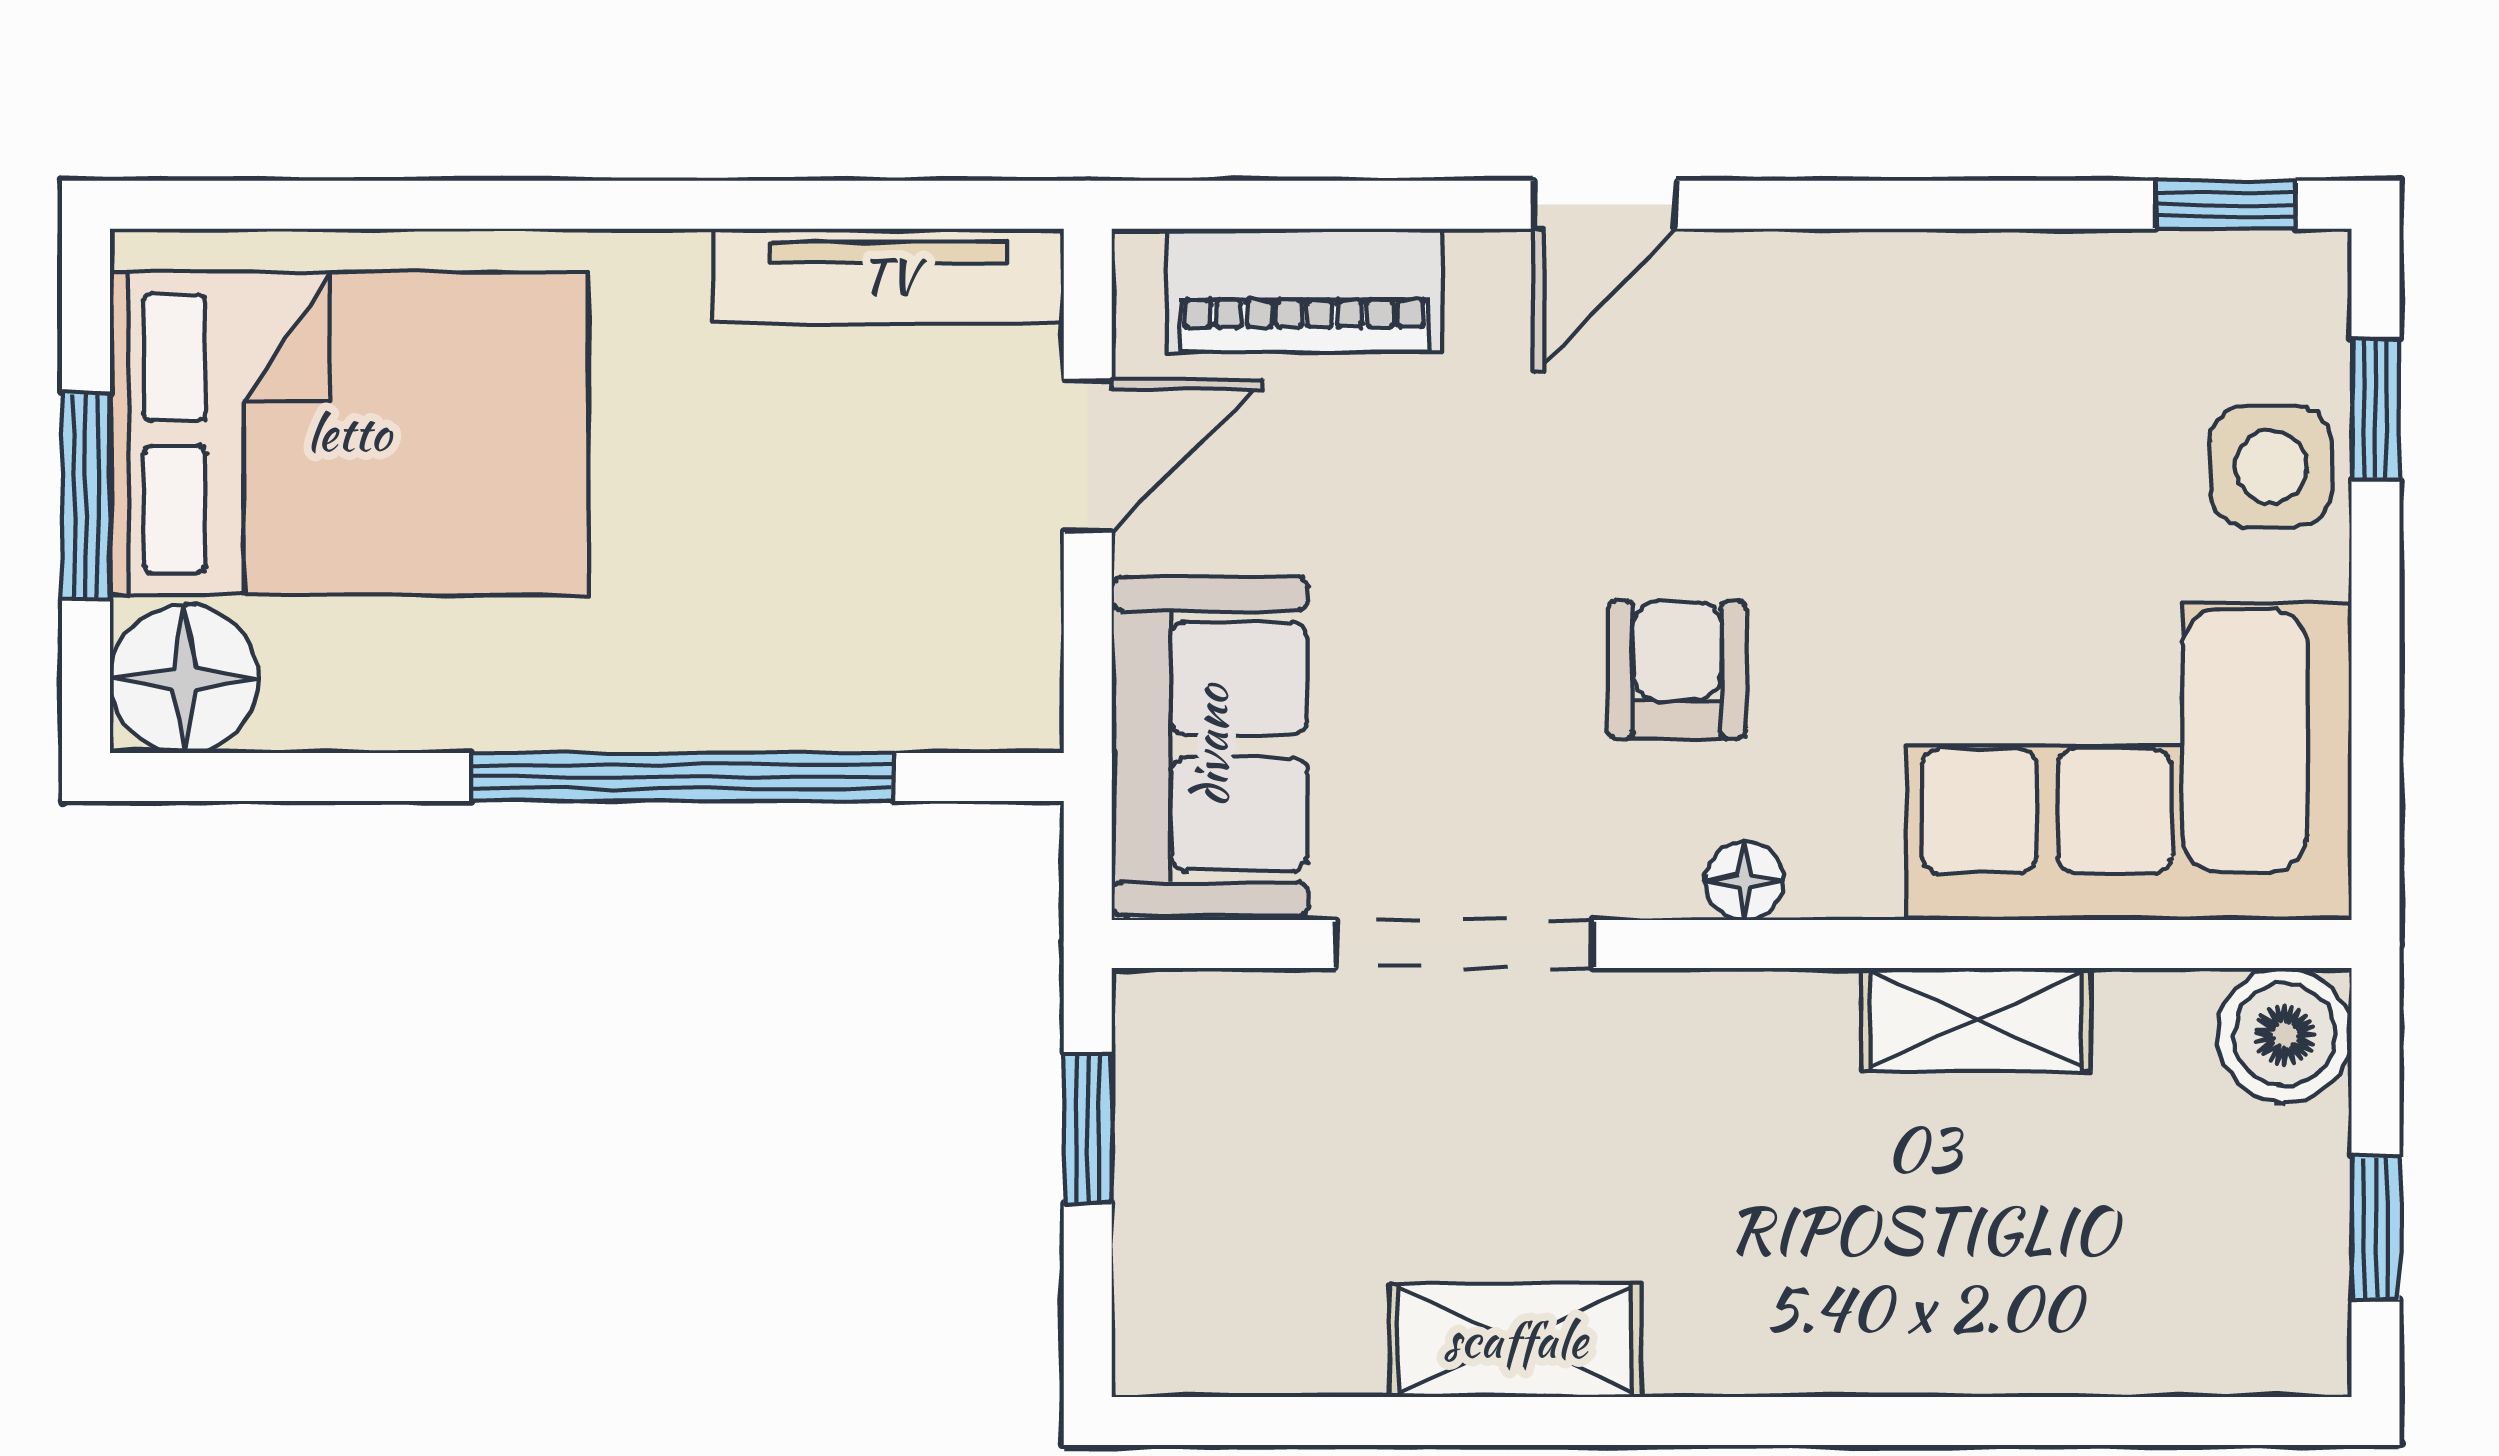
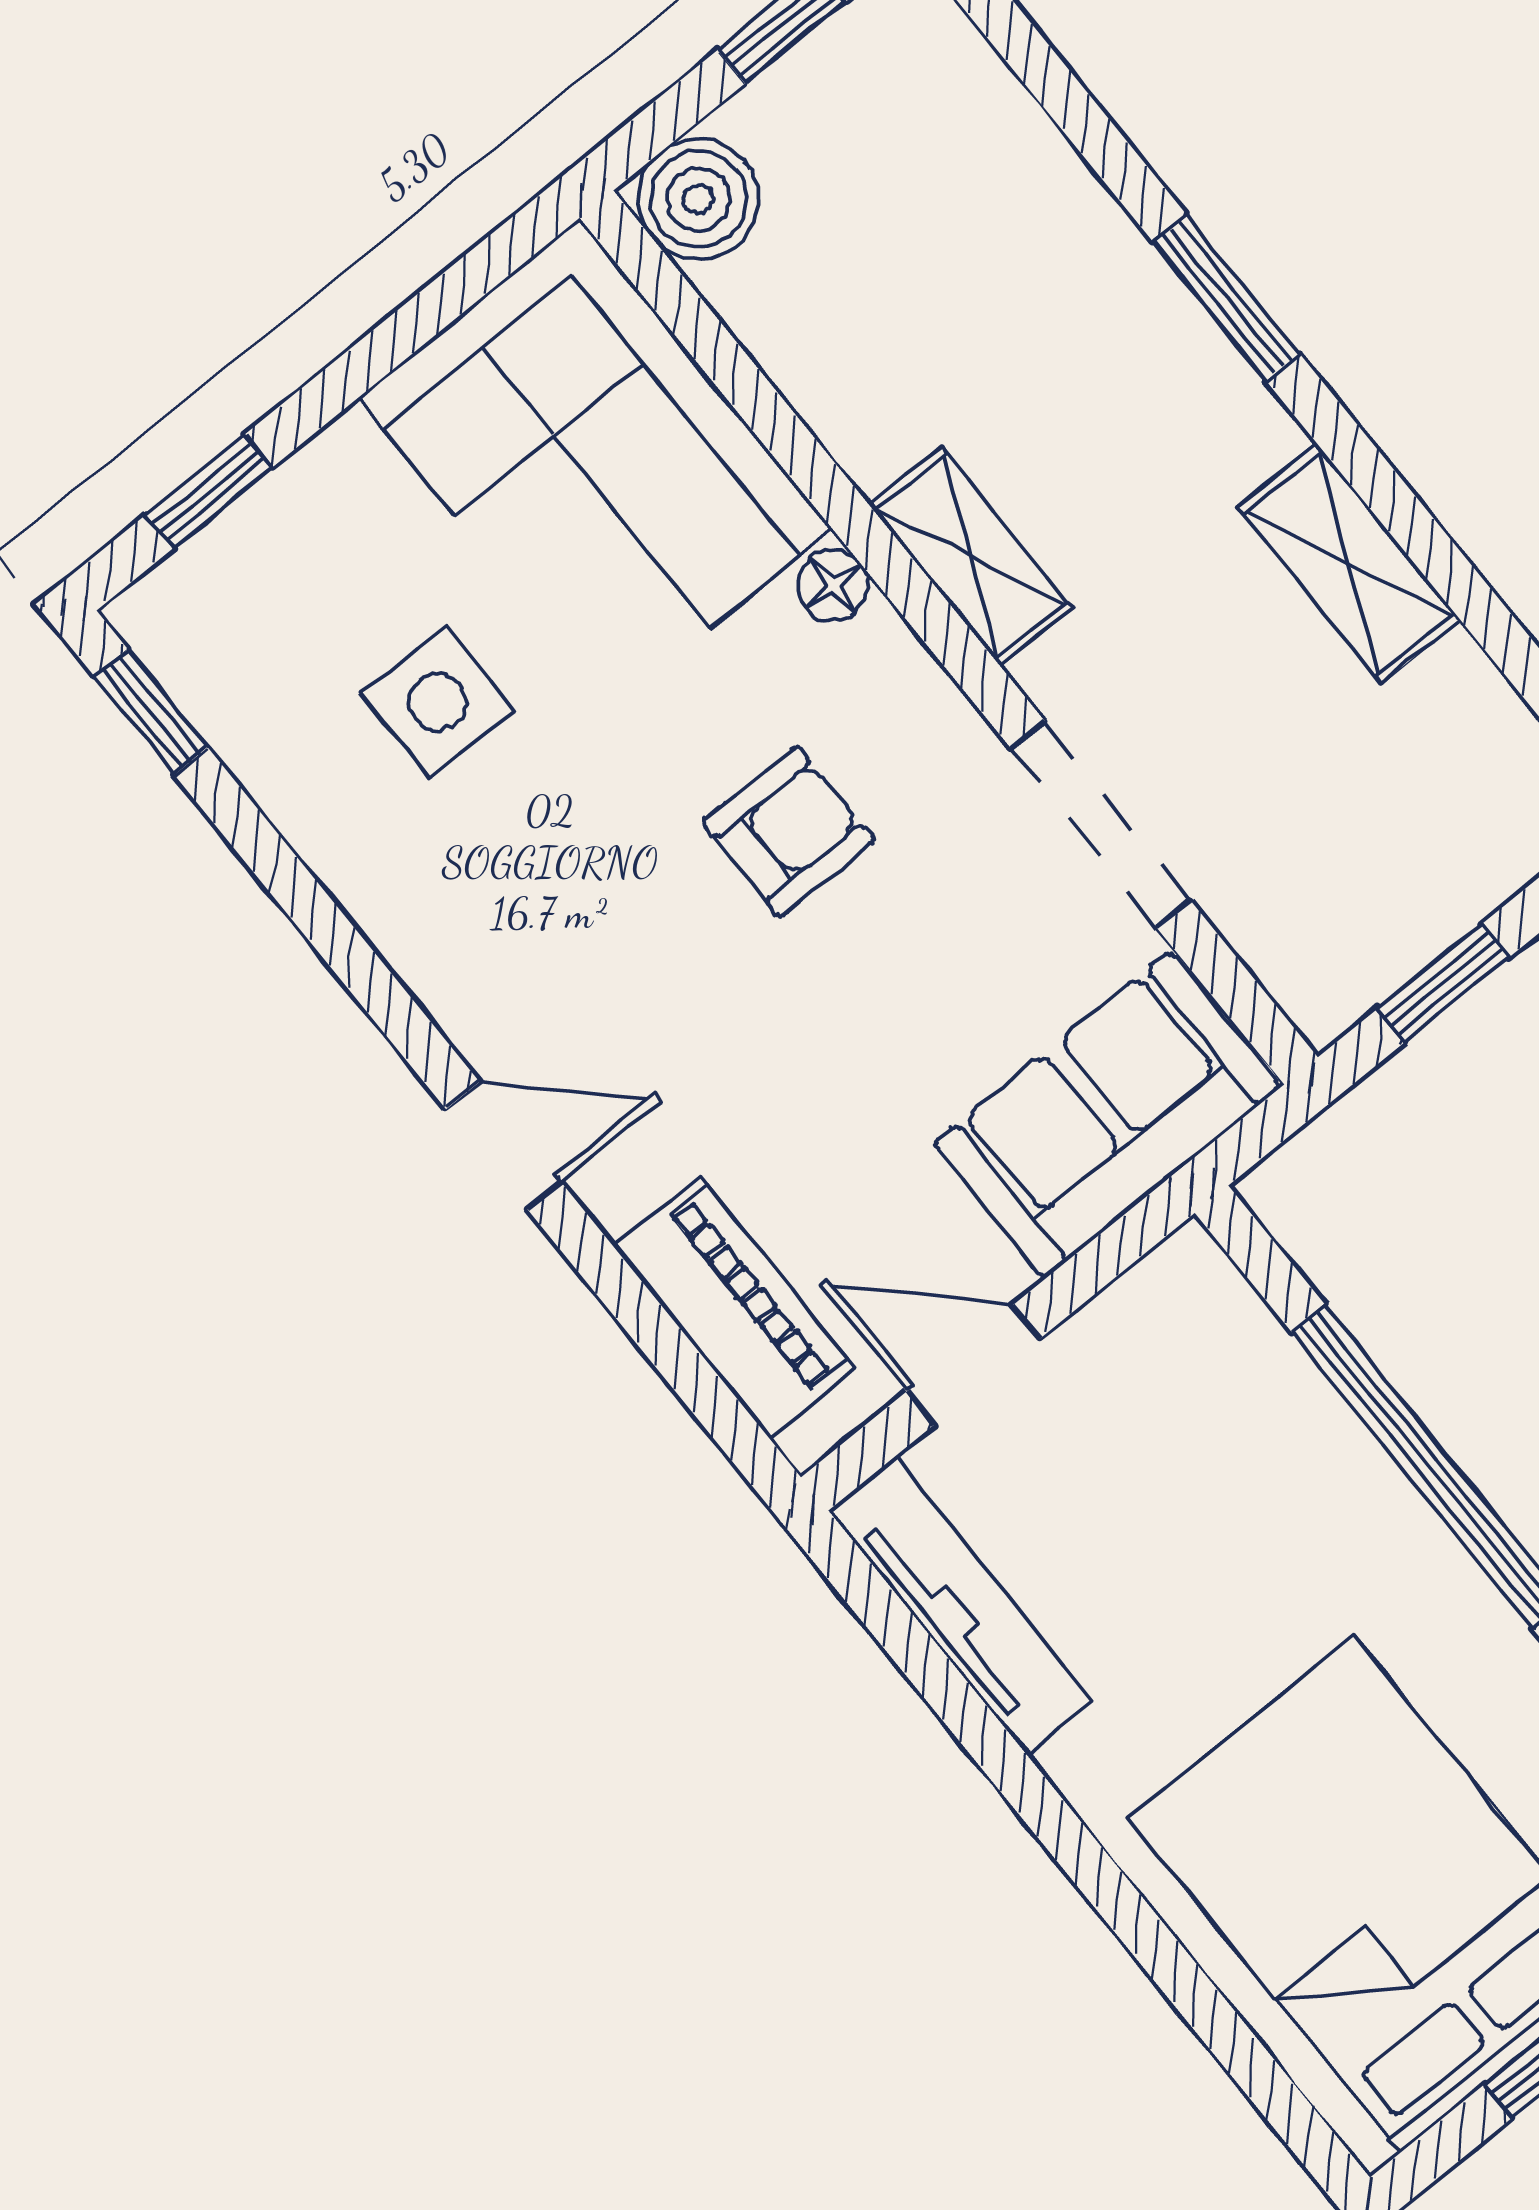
side table: (2271, 466) -> (438, 702), moved
armchair: (1677, 670) -> (788, 831), turned 180
floor lamp: (1745, 881) -> (833, 585), moved
shelving: (1976, 1020) -> (971, 557), moved
window: (1830, 1421) -> (1226, 298), added

